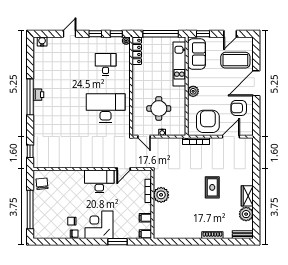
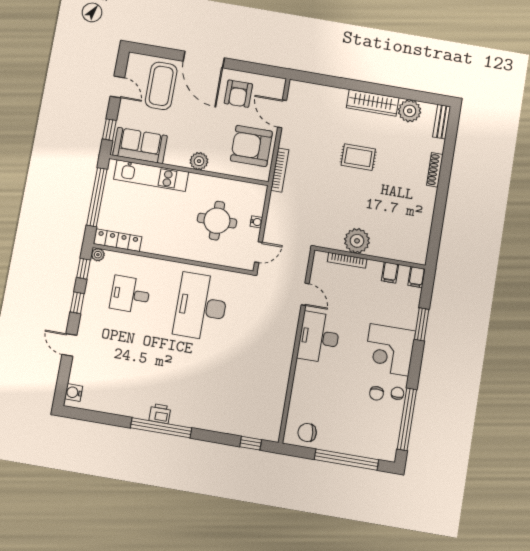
wardrobe: (247, 196) -> (373, 103), width x1.50
window: (60, 242) -> (407, 419), added

